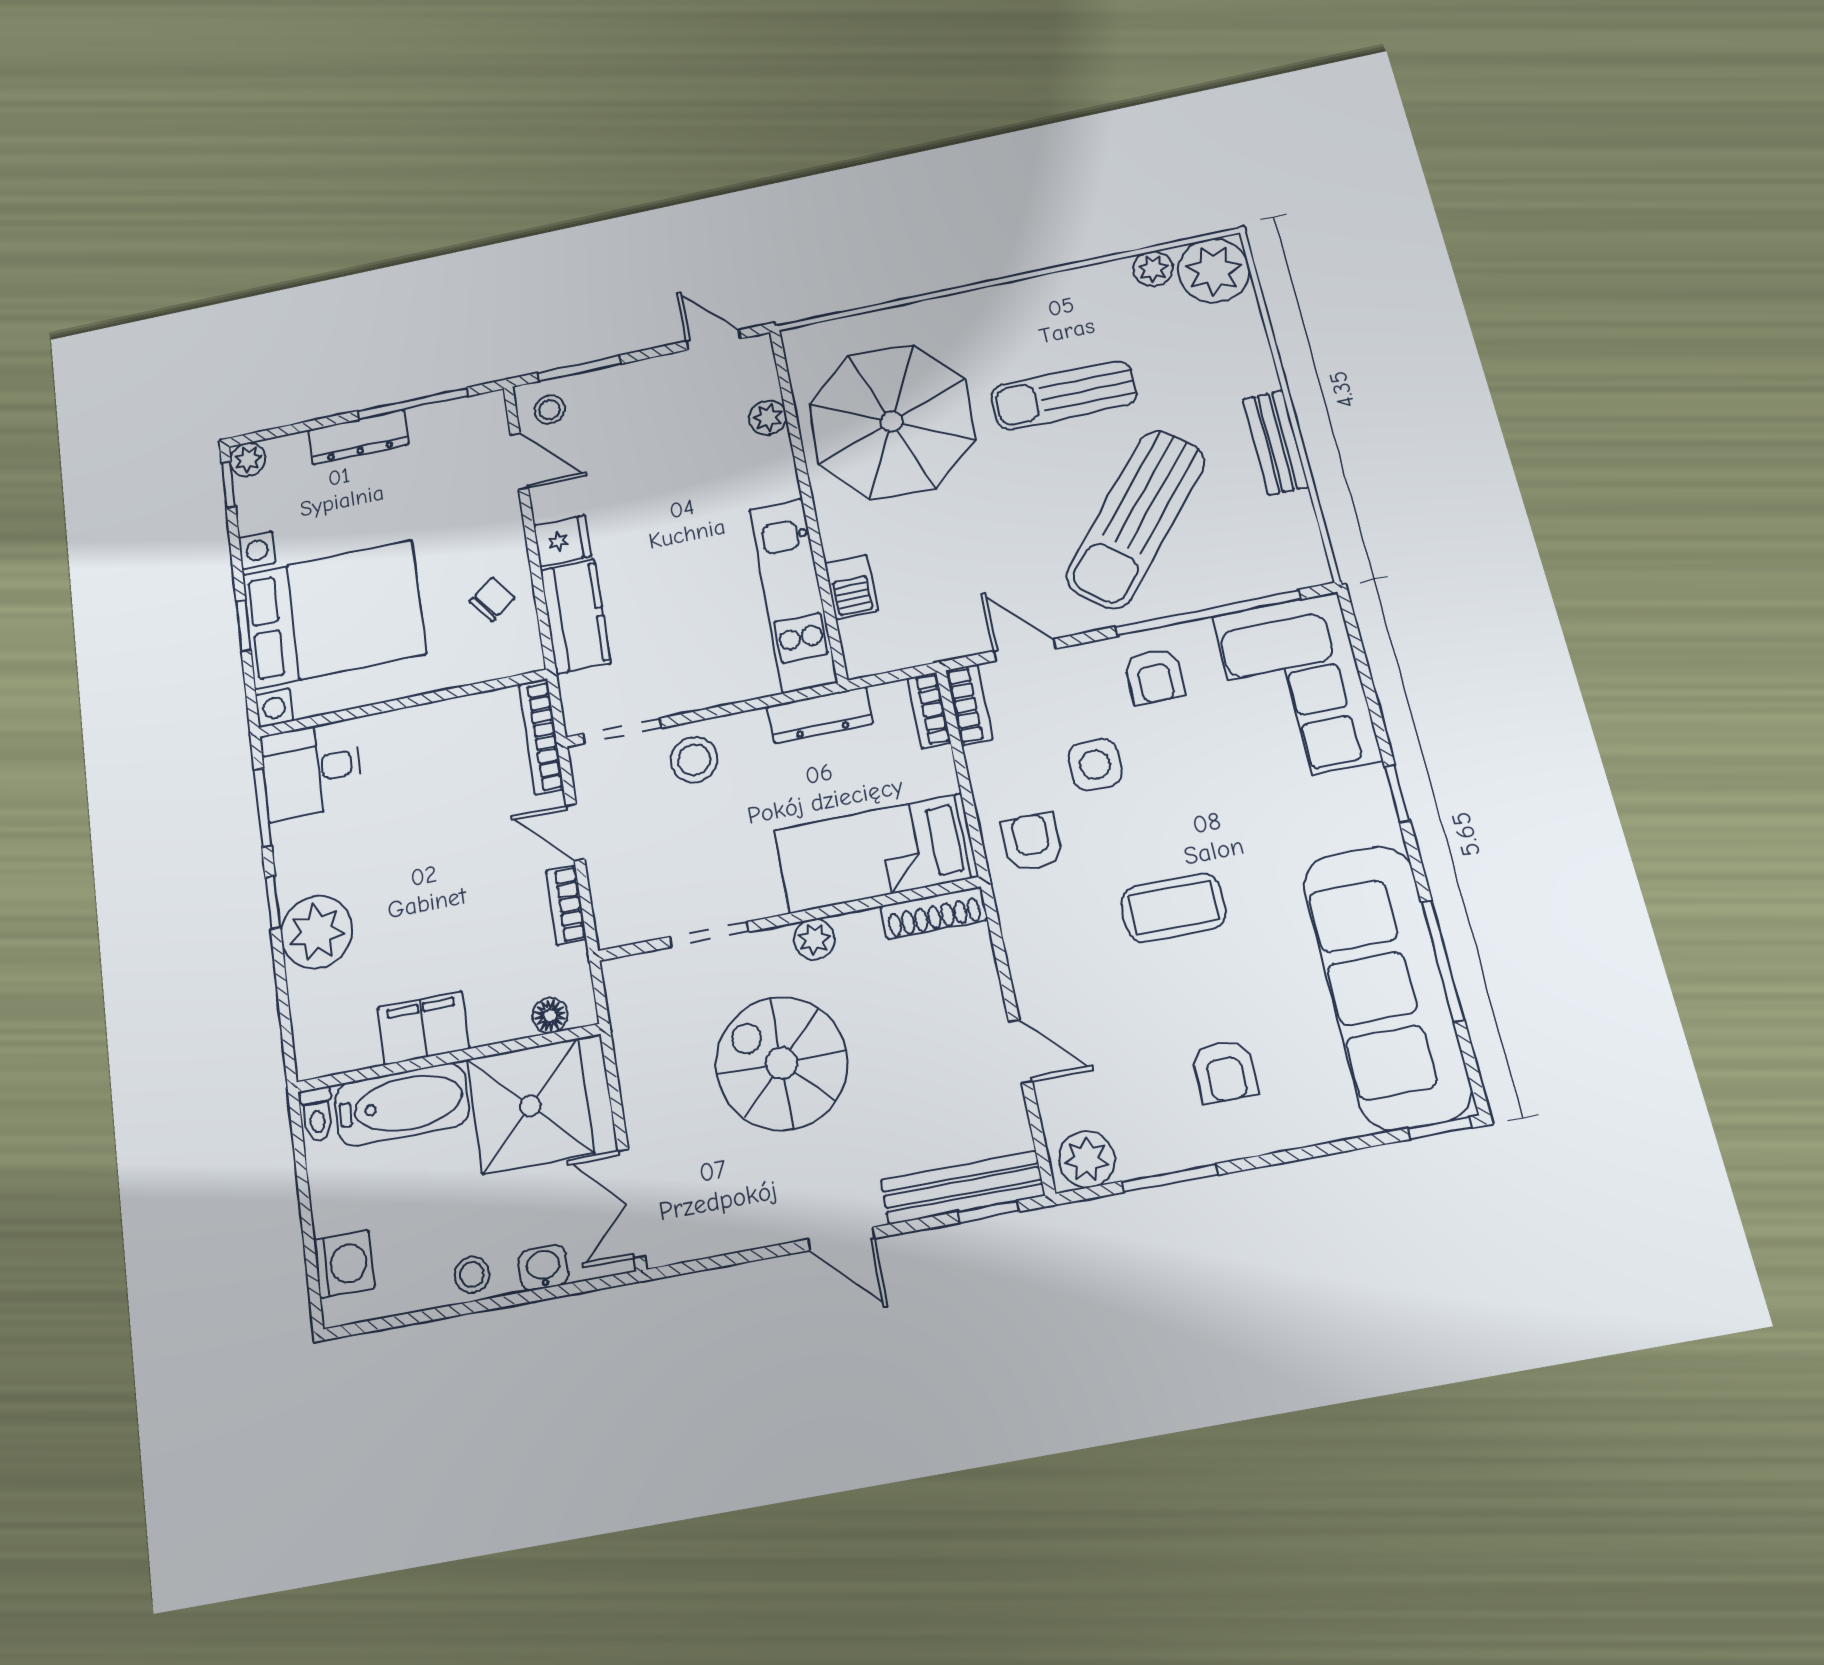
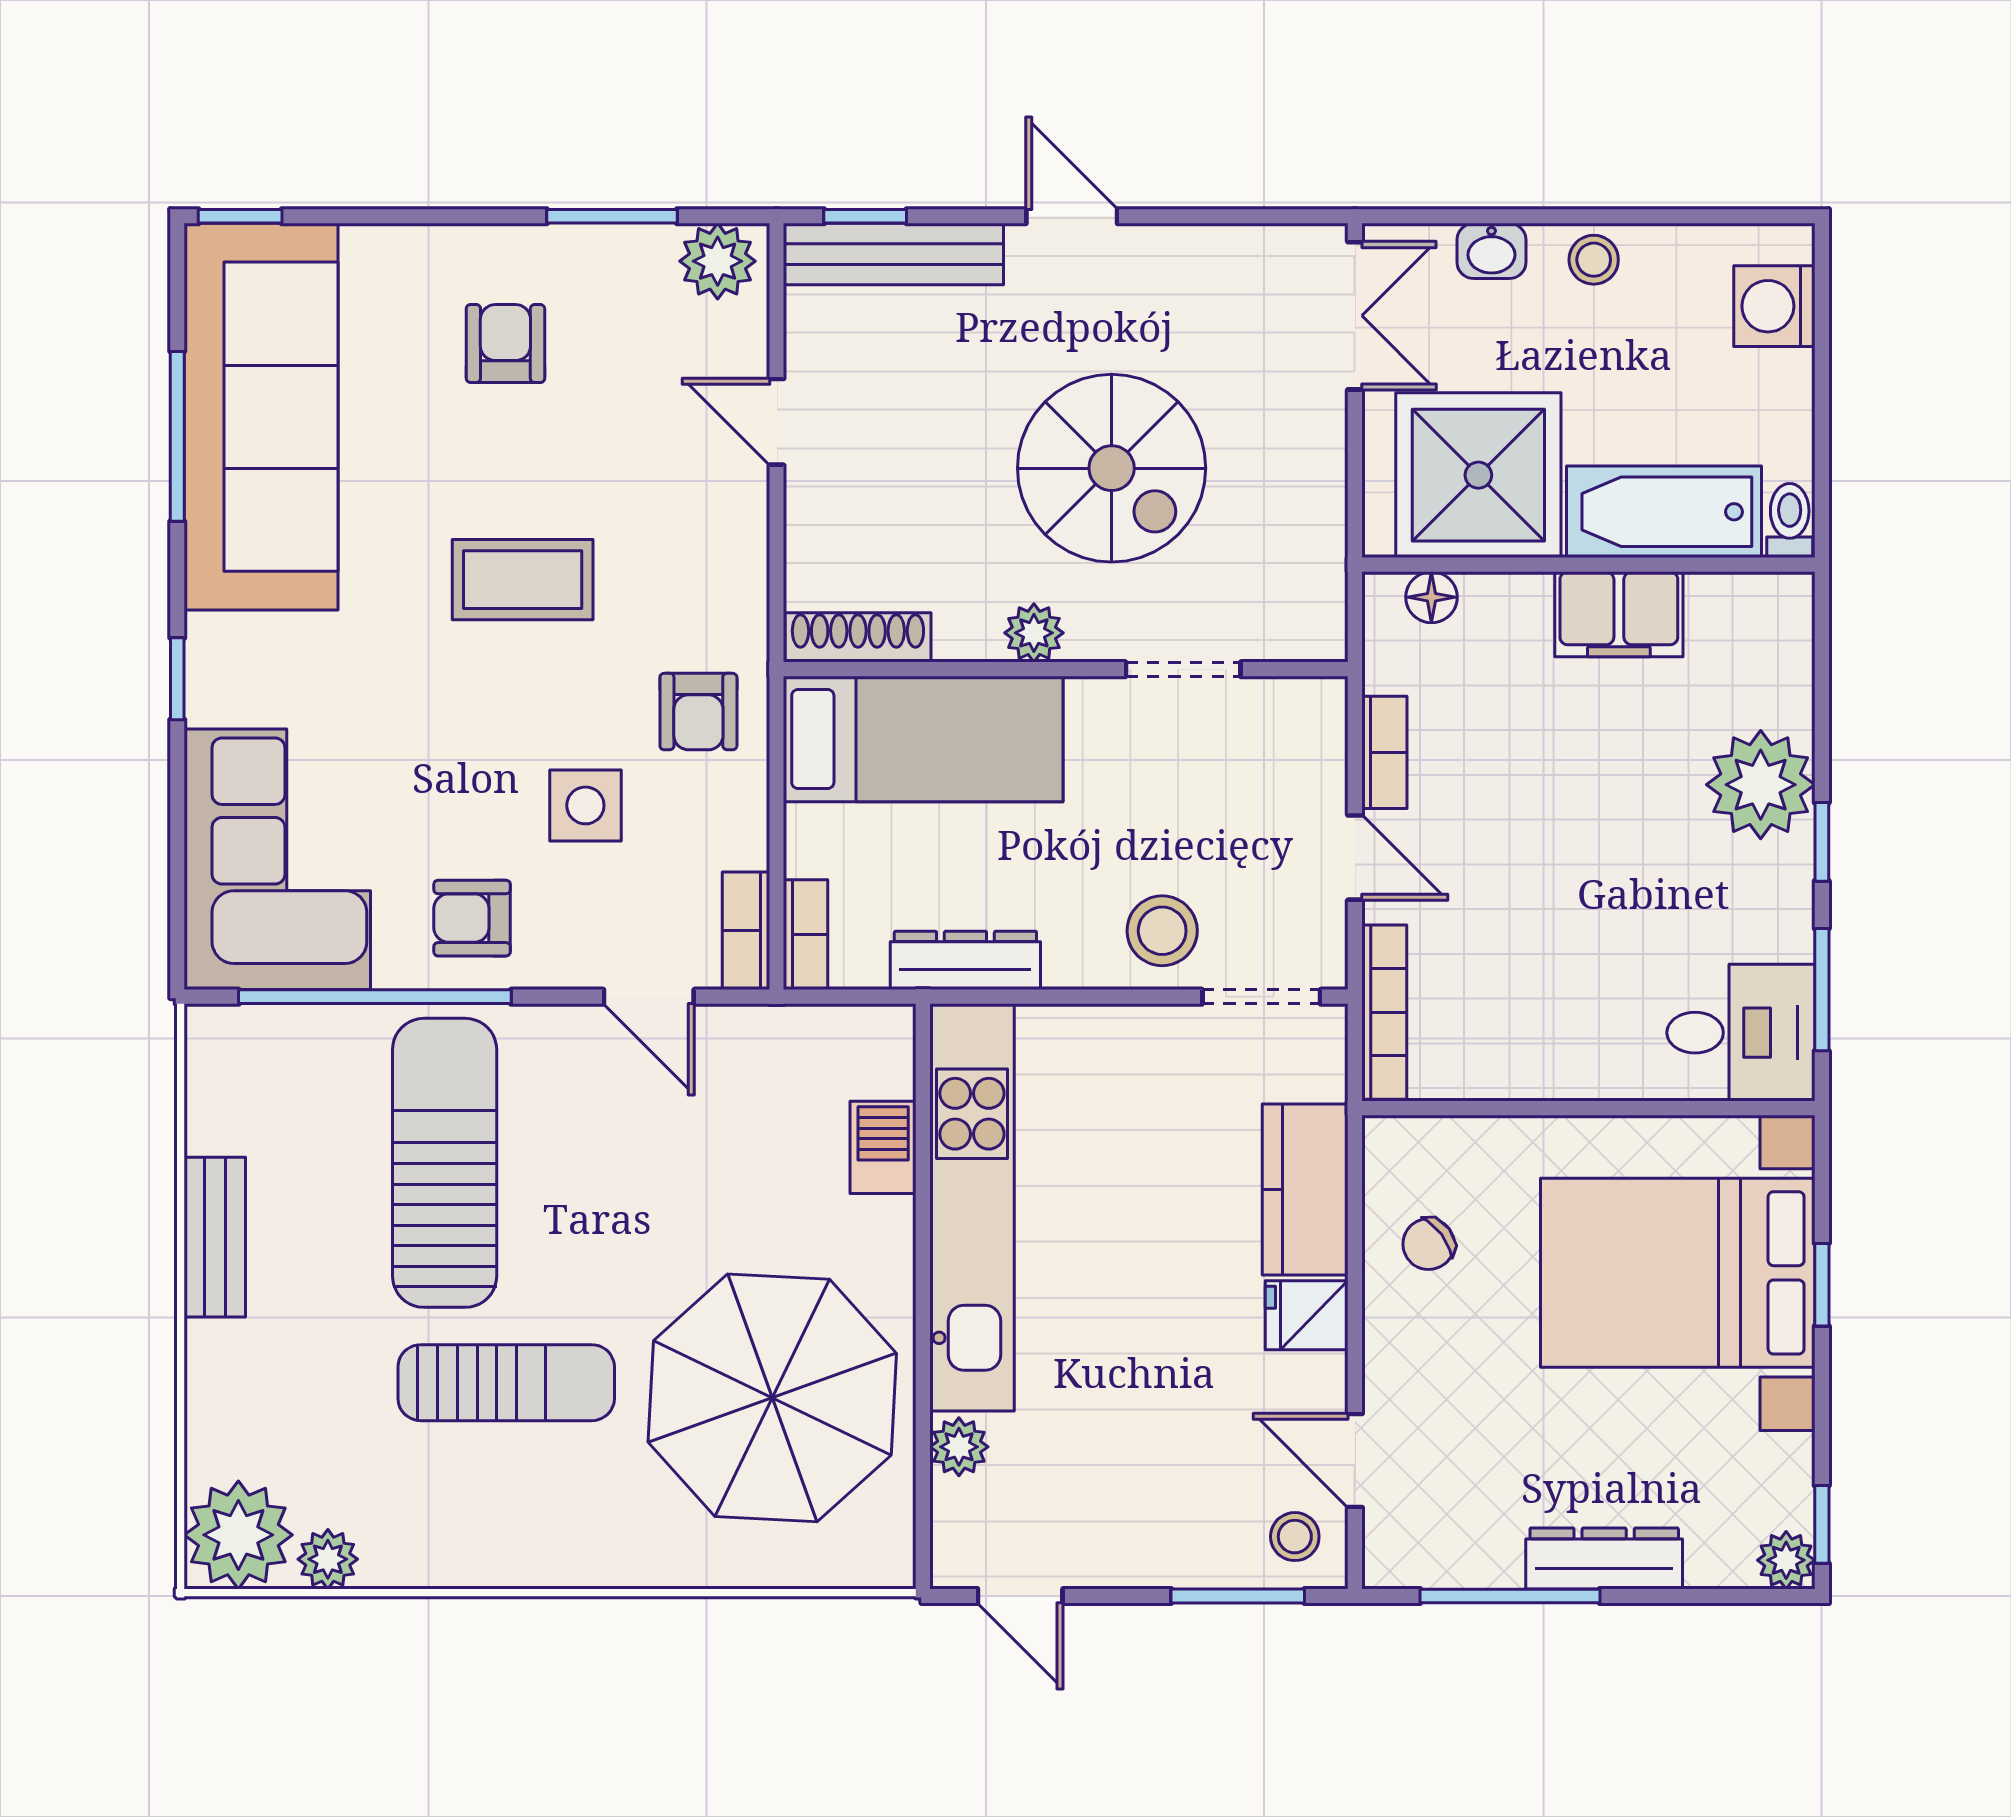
sun lounger: (1136, 519) -> (445, 1163), turned -40
kitchen unit: (793, 595) -> (972, 1207), width x1.36
armchair: (1155, 676) -> (472, 918), turned -90

